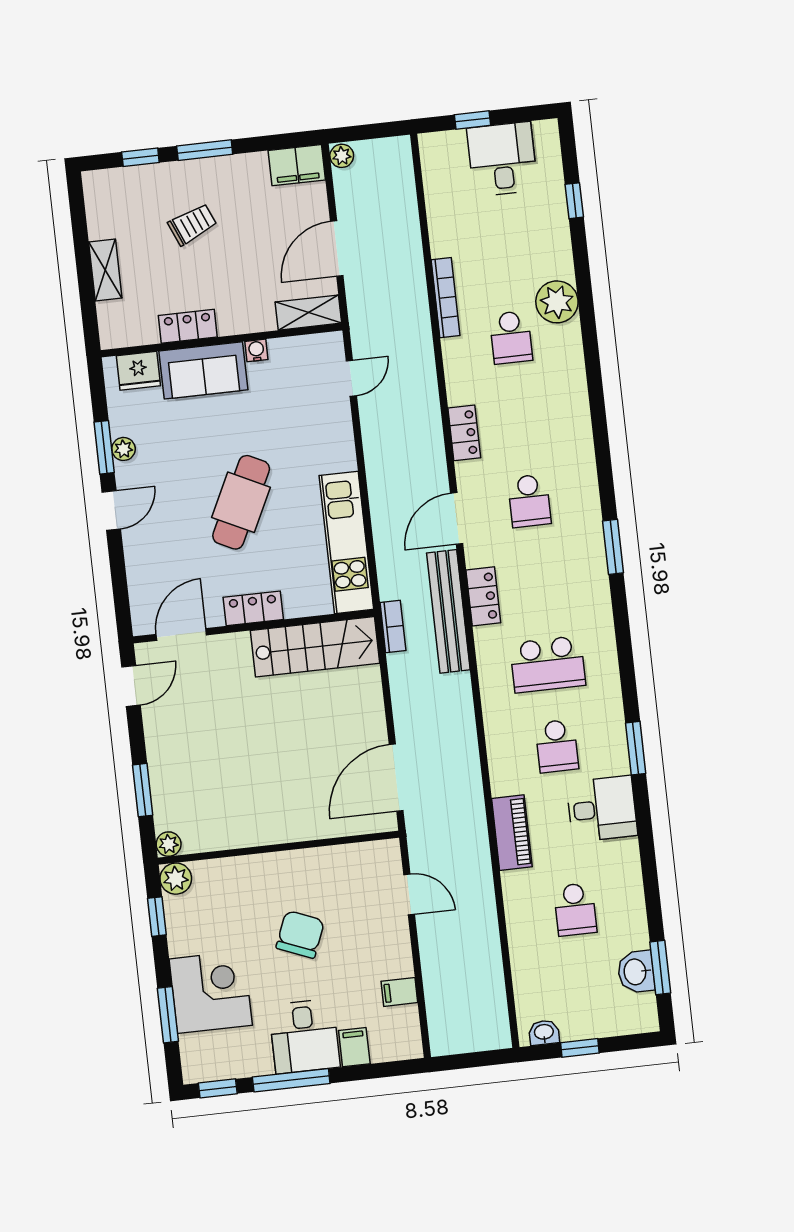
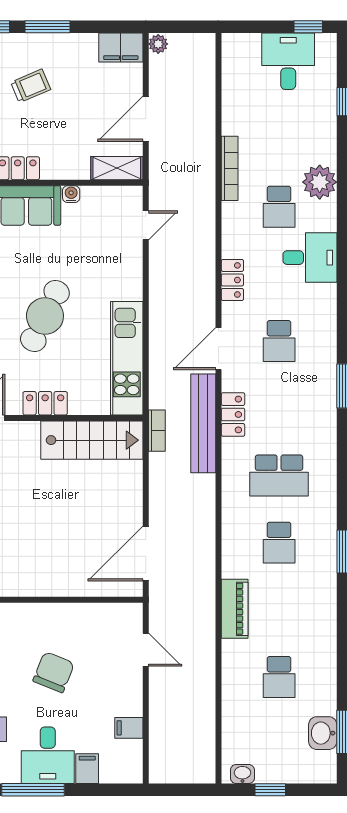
window: (472, 120) -> (308, 27), moved
desk: (602, 809) -> (310, 258), moved

